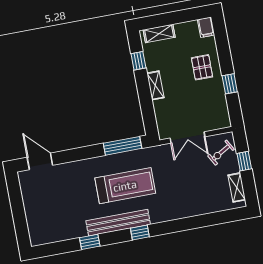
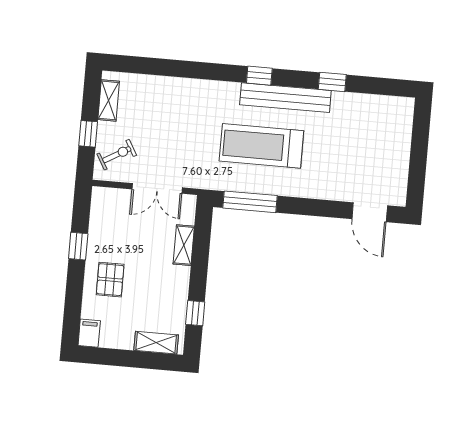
shelving: (155, 85) -> (184, 245), moved
double door: (188, 137) -> (157, 188), swing flipped

